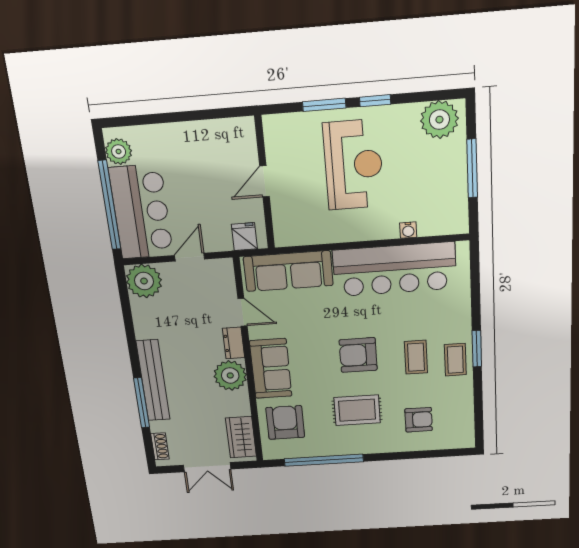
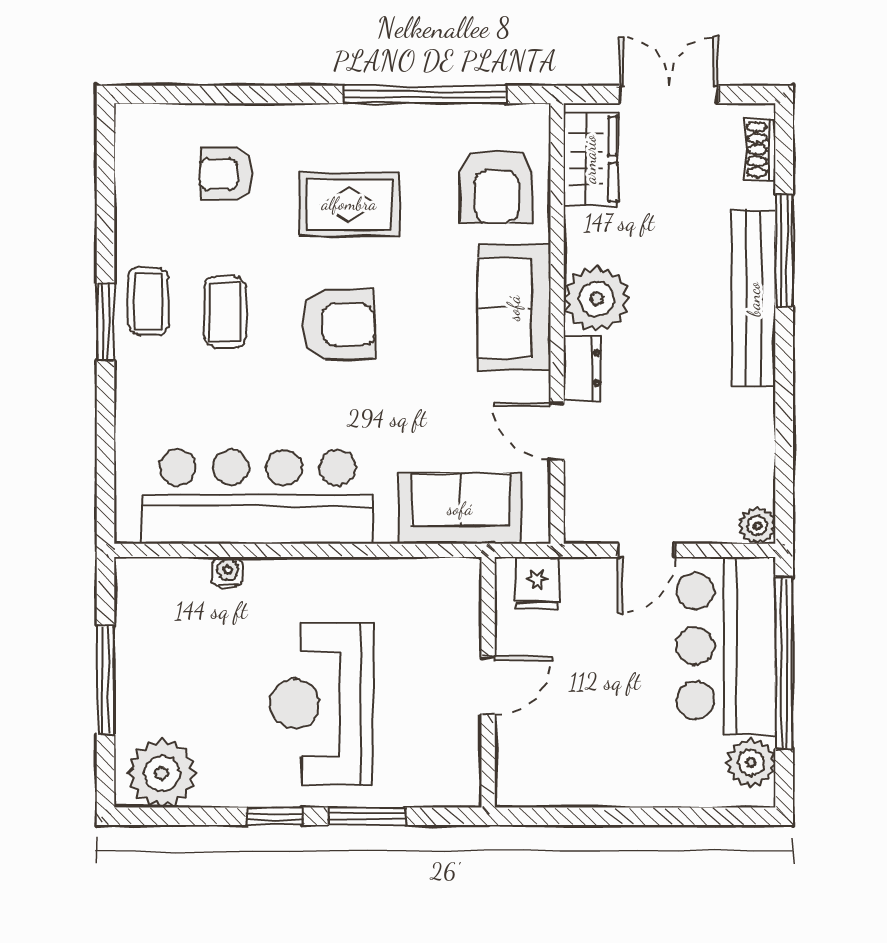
sofa: (288, 271) -> (460, 509), width x0.73
plant: (144, 281) -> (757, 526), width x0.53, depth x0.53

